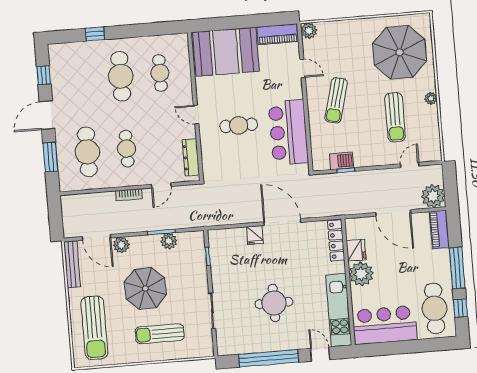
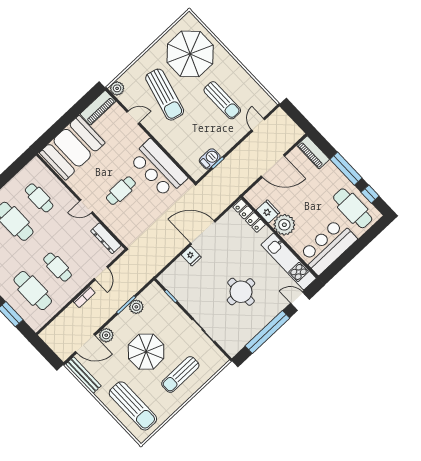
plant: (431, 98) -> (236, 68), removed
sun lounger: (336, 100) -> (165, 95), moved, width x1.36, depth x1.34
plant: (433, 196) -> (291, 133), removed

